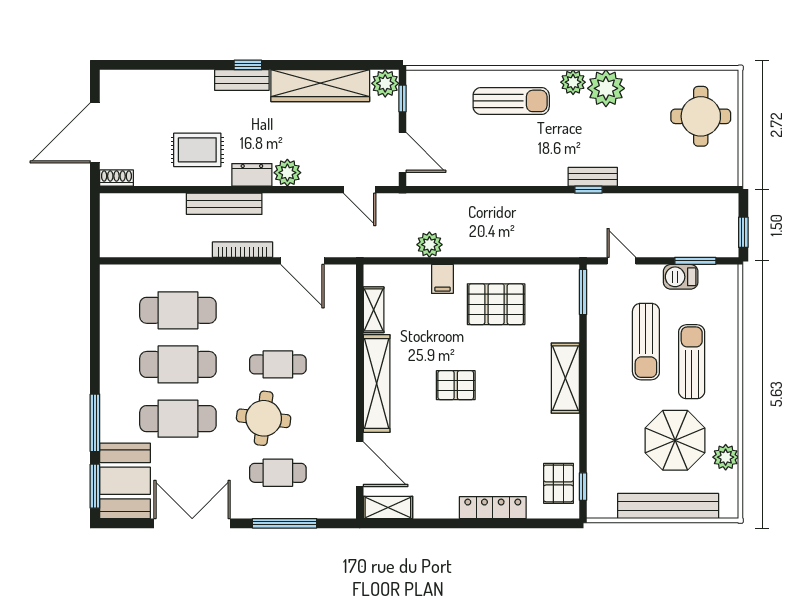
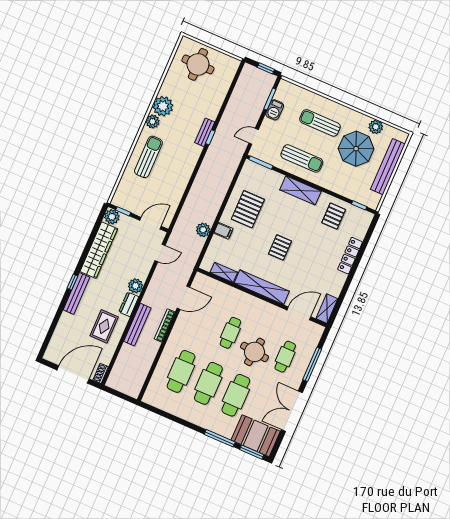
bench: (242, 80) -> (77, 294), width x1.36
door: (95, 133) -> (73, 374), swing flipped
sun lounger: (646, 342) -> (302, 158), moved
pallet: (558, 483) -> (334, 216), moved, turned 90

